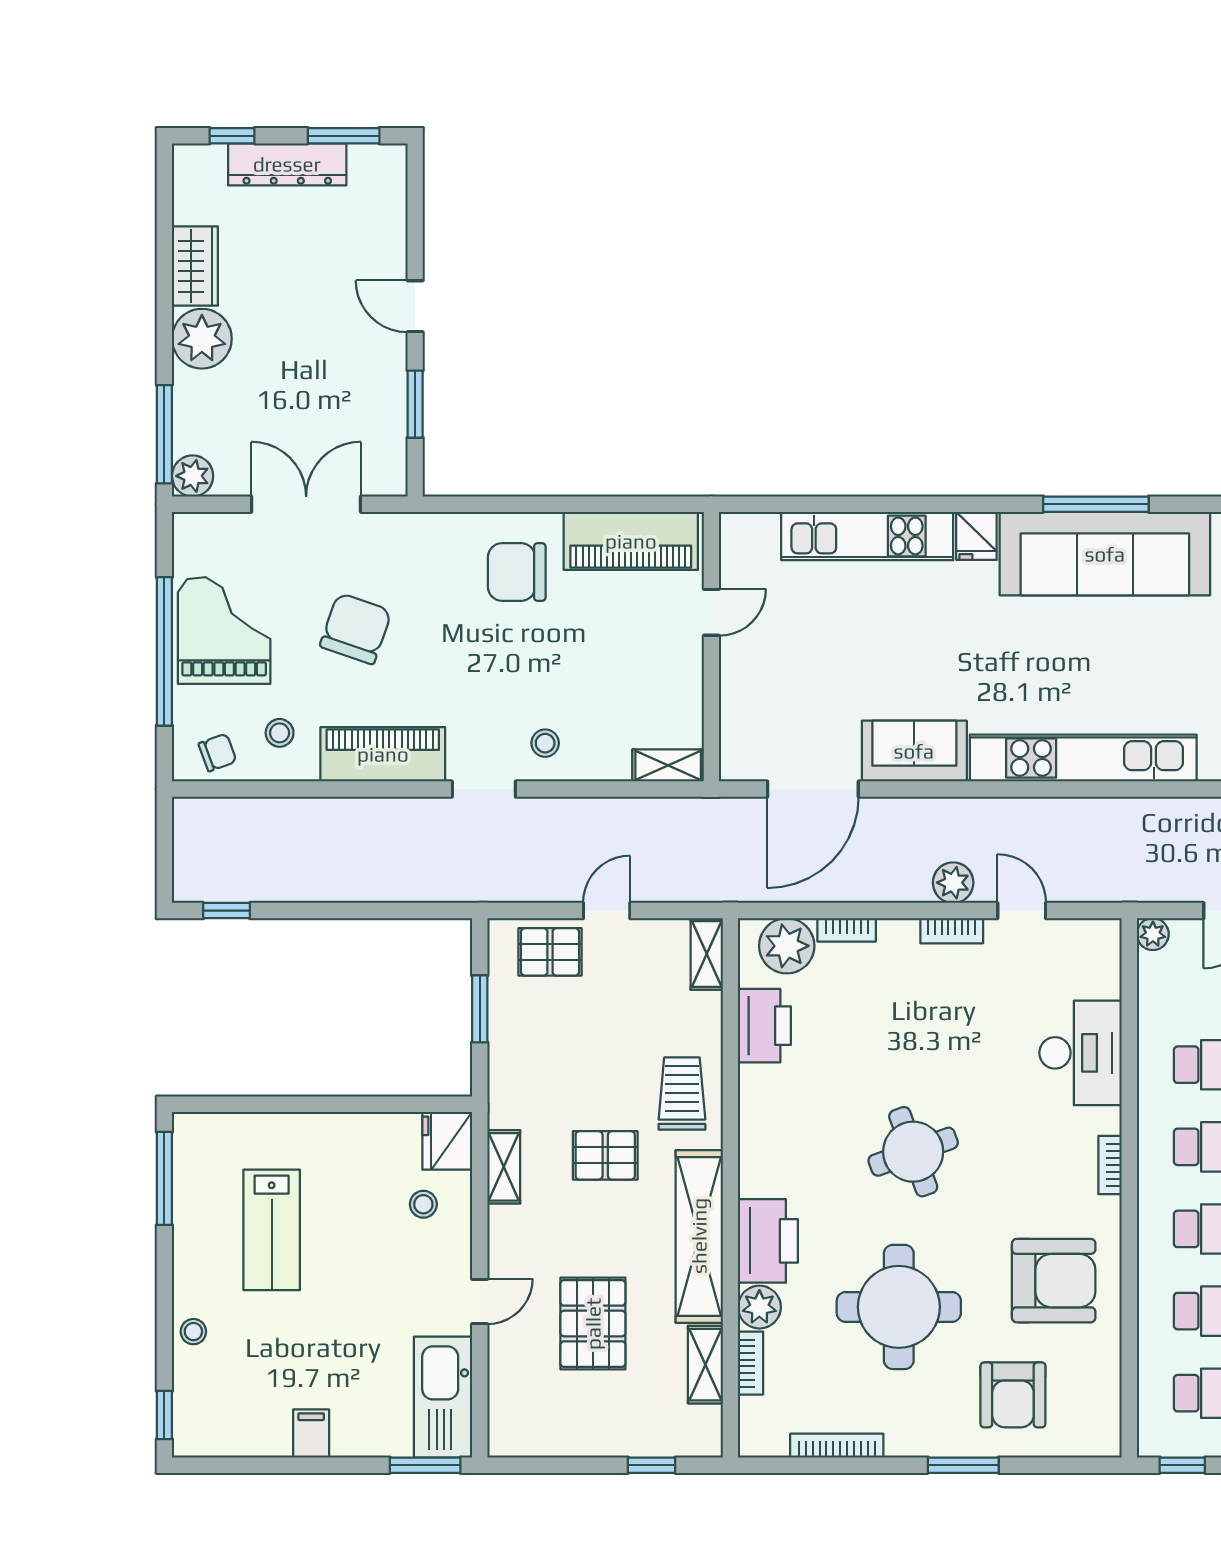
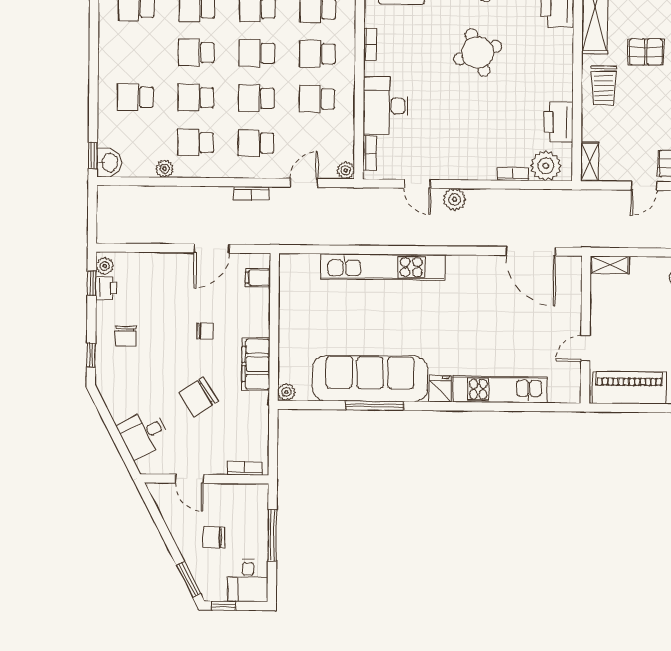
sofa: (914, 751) -> (475, 272), removed
door: (813, 789) -> (531, 251), swing flipped
bookcase: (952, 931) -> (370, 153), moved, turned 90

